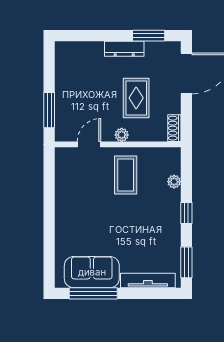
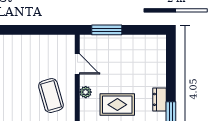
dresser: (124, 49) -> (160, 99), width x0.70
coffee table: (126, 175) -> (51, 96), turned 74

